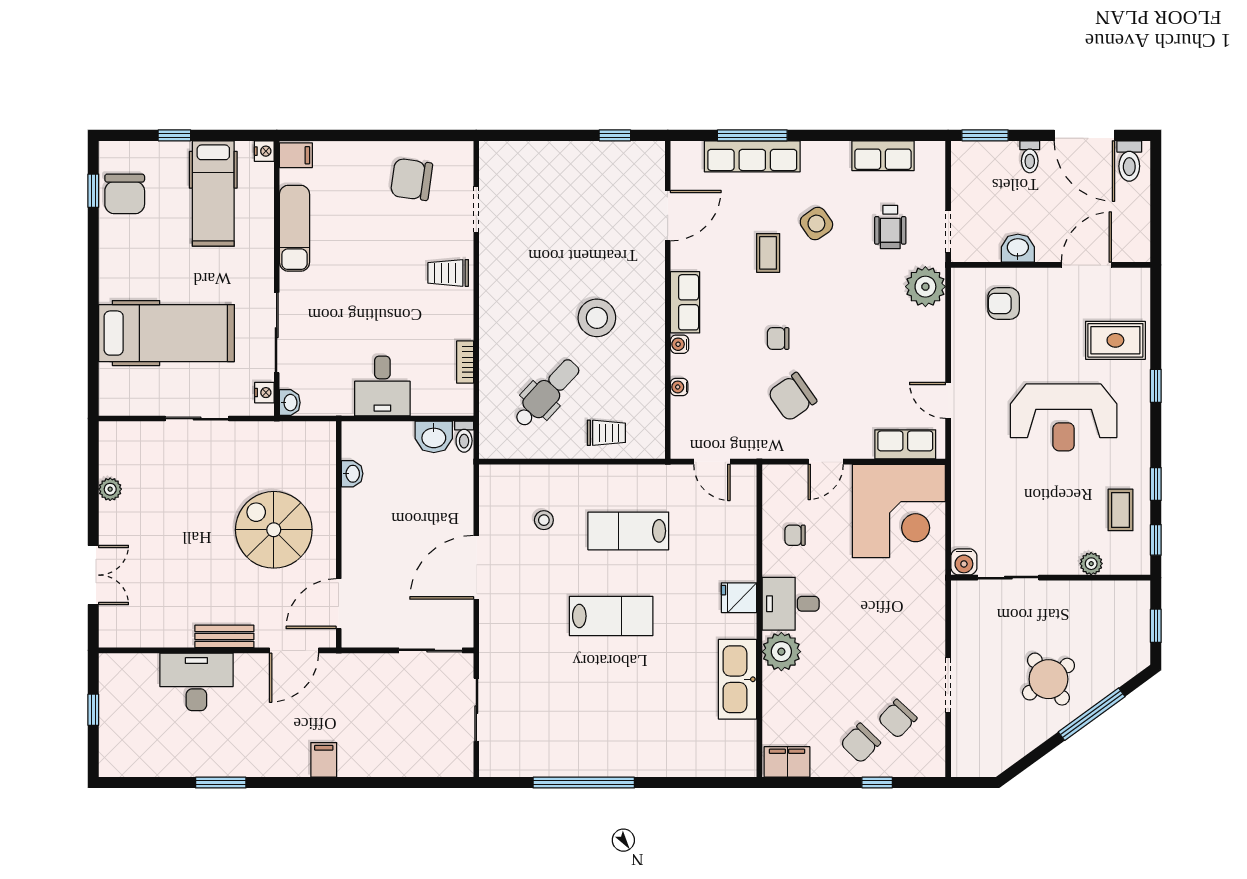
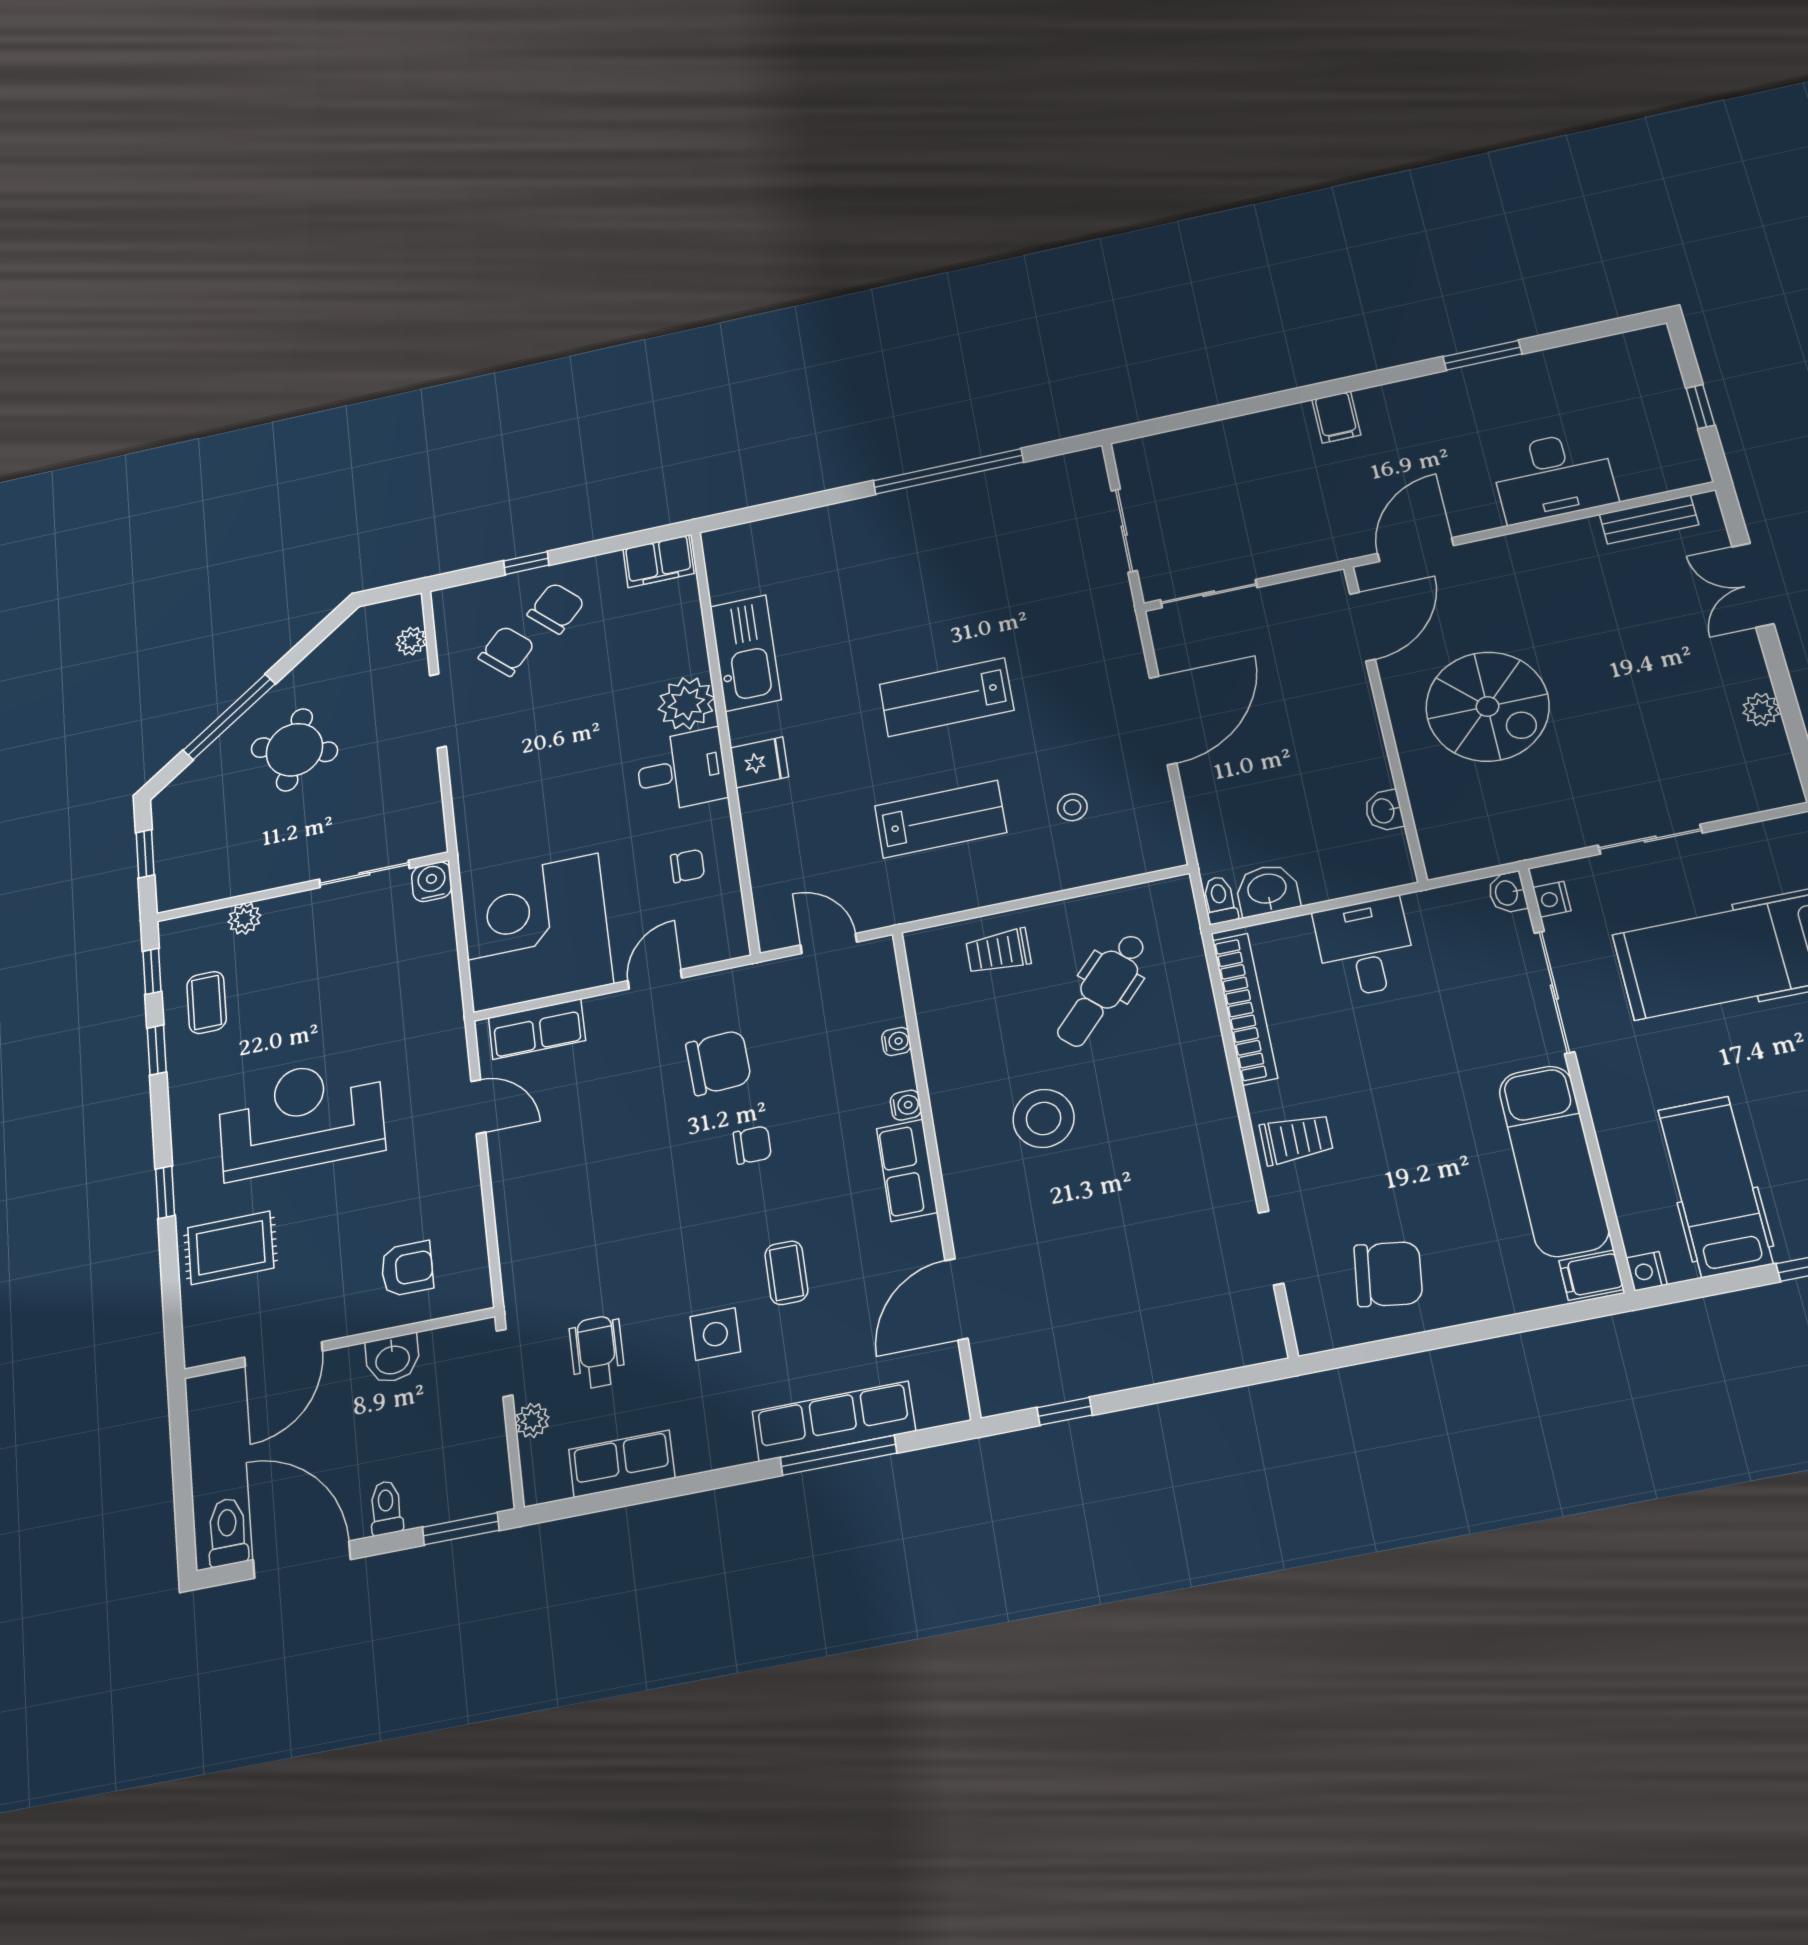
side table: (816, 224) -> (715, 1334), turned 35
exam couch: (294, 228) -> (1554, 1160), width x1.36, depth x1.45
plant: (925, 287) -> (532, 1420), moved, width x0.53, depth x0.53
bookcase: (465, 362) -> (1245, 1009), width x2.31, depth x1.31
chair: (792, 397) -> (718, 1063), turned 32
bench: (224, 636) -> (1649, 519), moved
round table: (1048, 679) -> (294, 750), turned -37
plant: (962, 742) -> (411, 641), added

